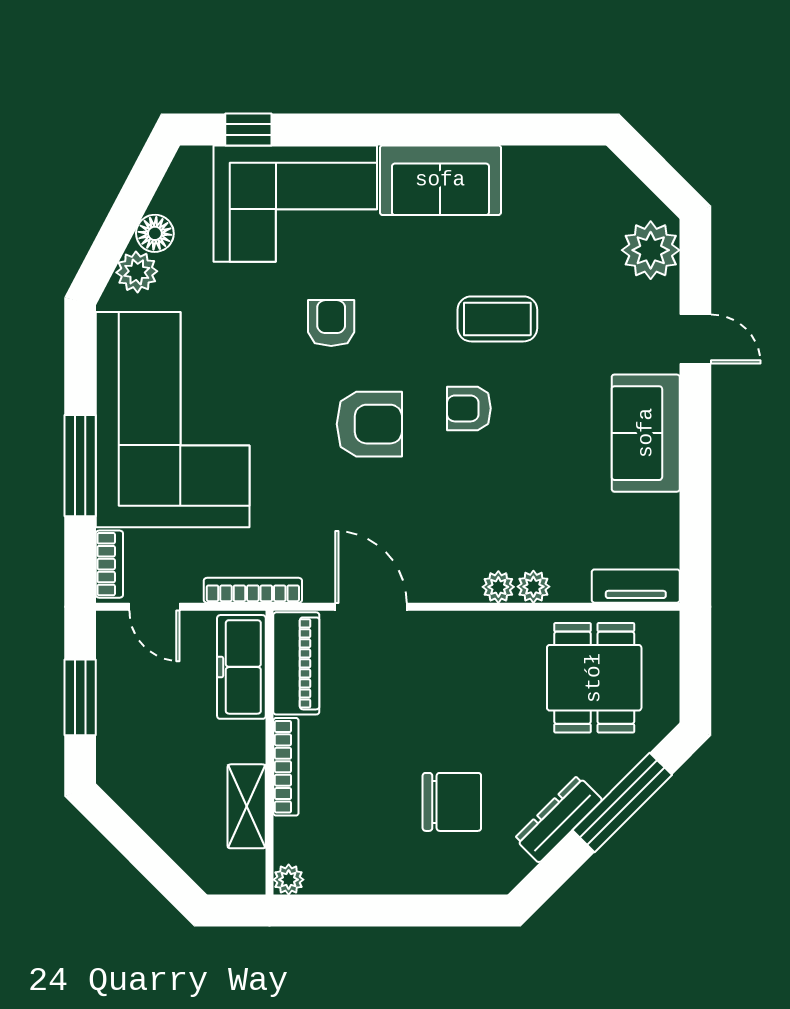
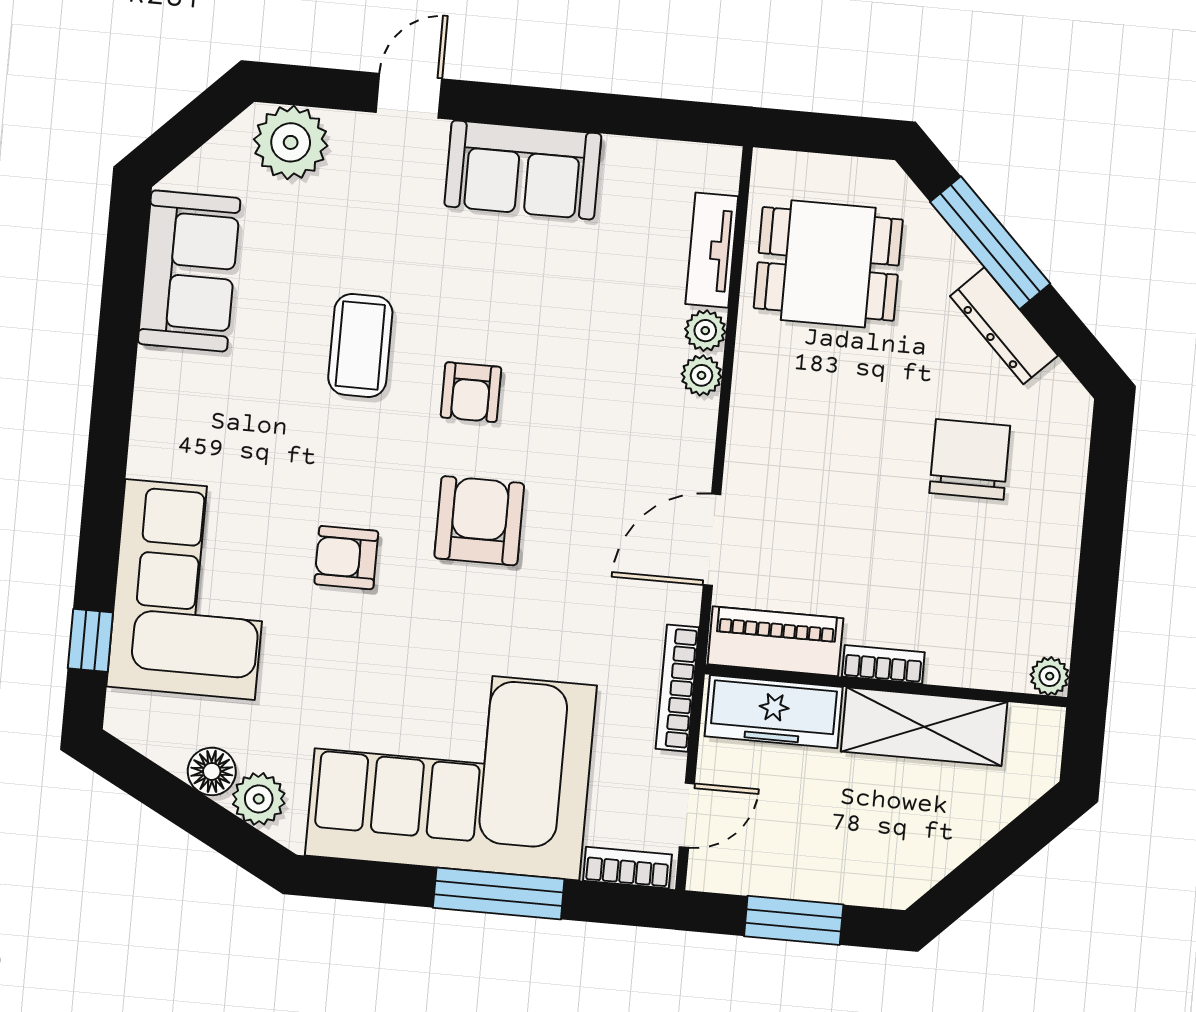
sofa: (440, 180) -> (189, 271), moved
tv unit: (636, 586) -> (712, 250), moved
bookcase: (286, 767) -> (883, 664), width x0.64
shelving: (247, 806) -> (924, 727), width x1.50, depth x1.33

